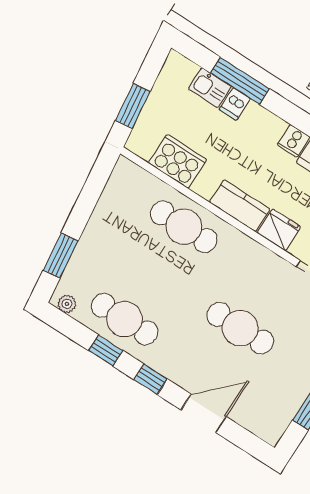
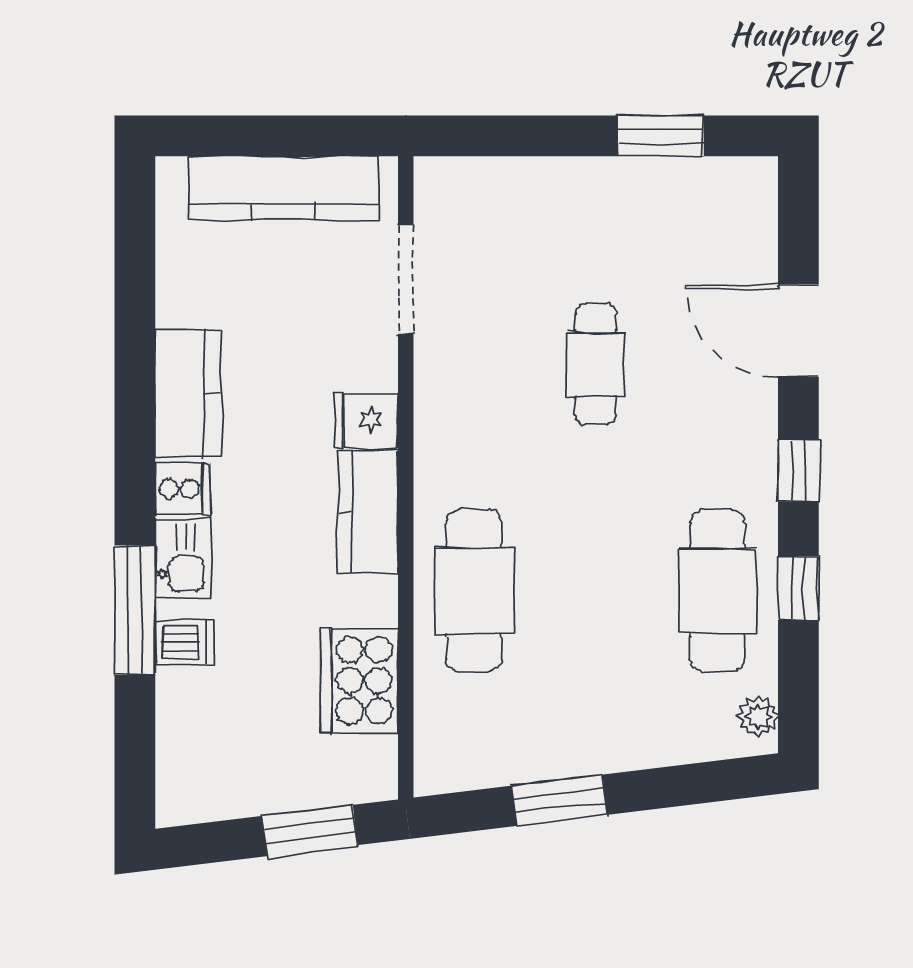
window: (240, 81) -> (135, 610), moved
kitchen sink: (210, 88) -> (183, 558), moved
fridge: (279, 230) -> (366, 420), width x0.72
window: (61, 255) -> (559, 800), moved
cafe table: (240, 328) -> (596, 364), width x0.73, depth x0.74

